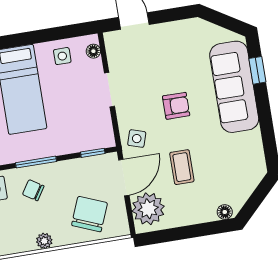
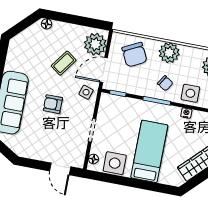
side table: (62, 56) -> (115, 163), width x1.87, depth x1.87
coffee table: (182, 167) -> (64, 63), turned 36
chair: (89, 214) -> (134, 55), turned -49
plant: (44, 241) -> (169, 53), width x1.88, depth x1.88

